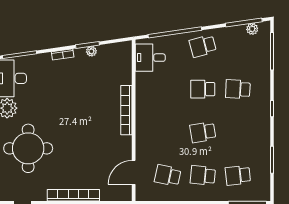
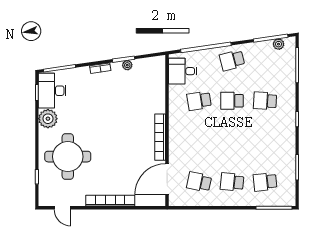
bookcase: (126, 110) -> (160, 137), moved
school desk: (203, 132) -> (199, 101), moved
door: (134, 172) -> (167, 179), width x1.36

